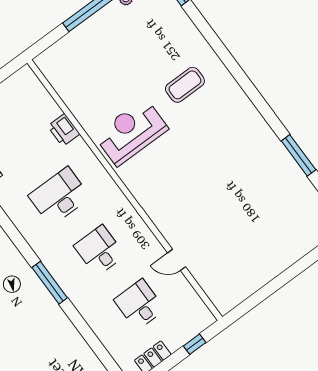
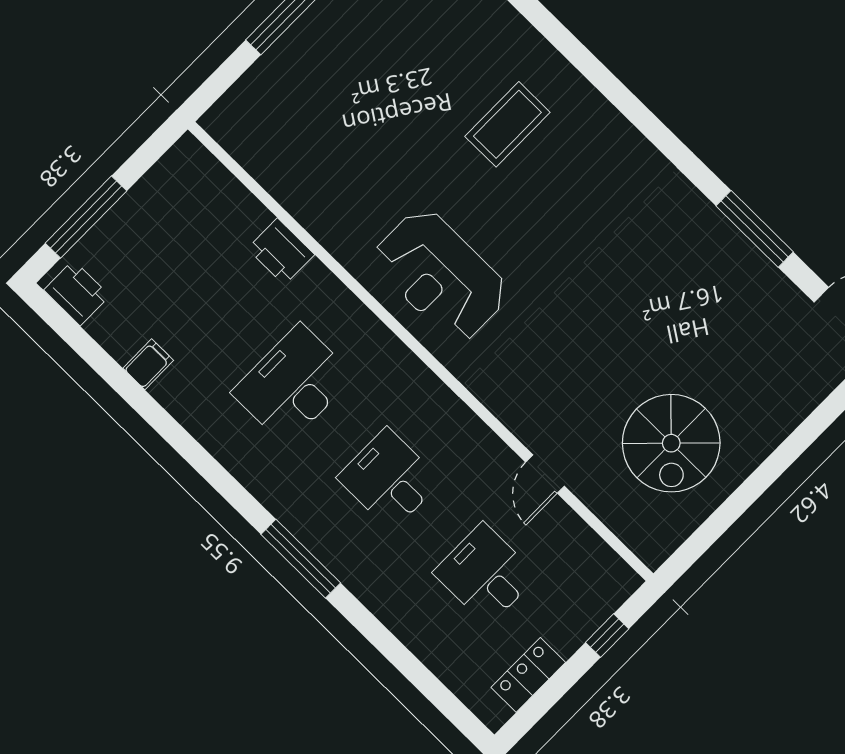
reception desk: (131, 132) -> (440, 275), moved, turned -90
spiral stairs: (241, 254) -> (671, 443), added
door: (177, 260) -> (545, 474), hinge flipped

